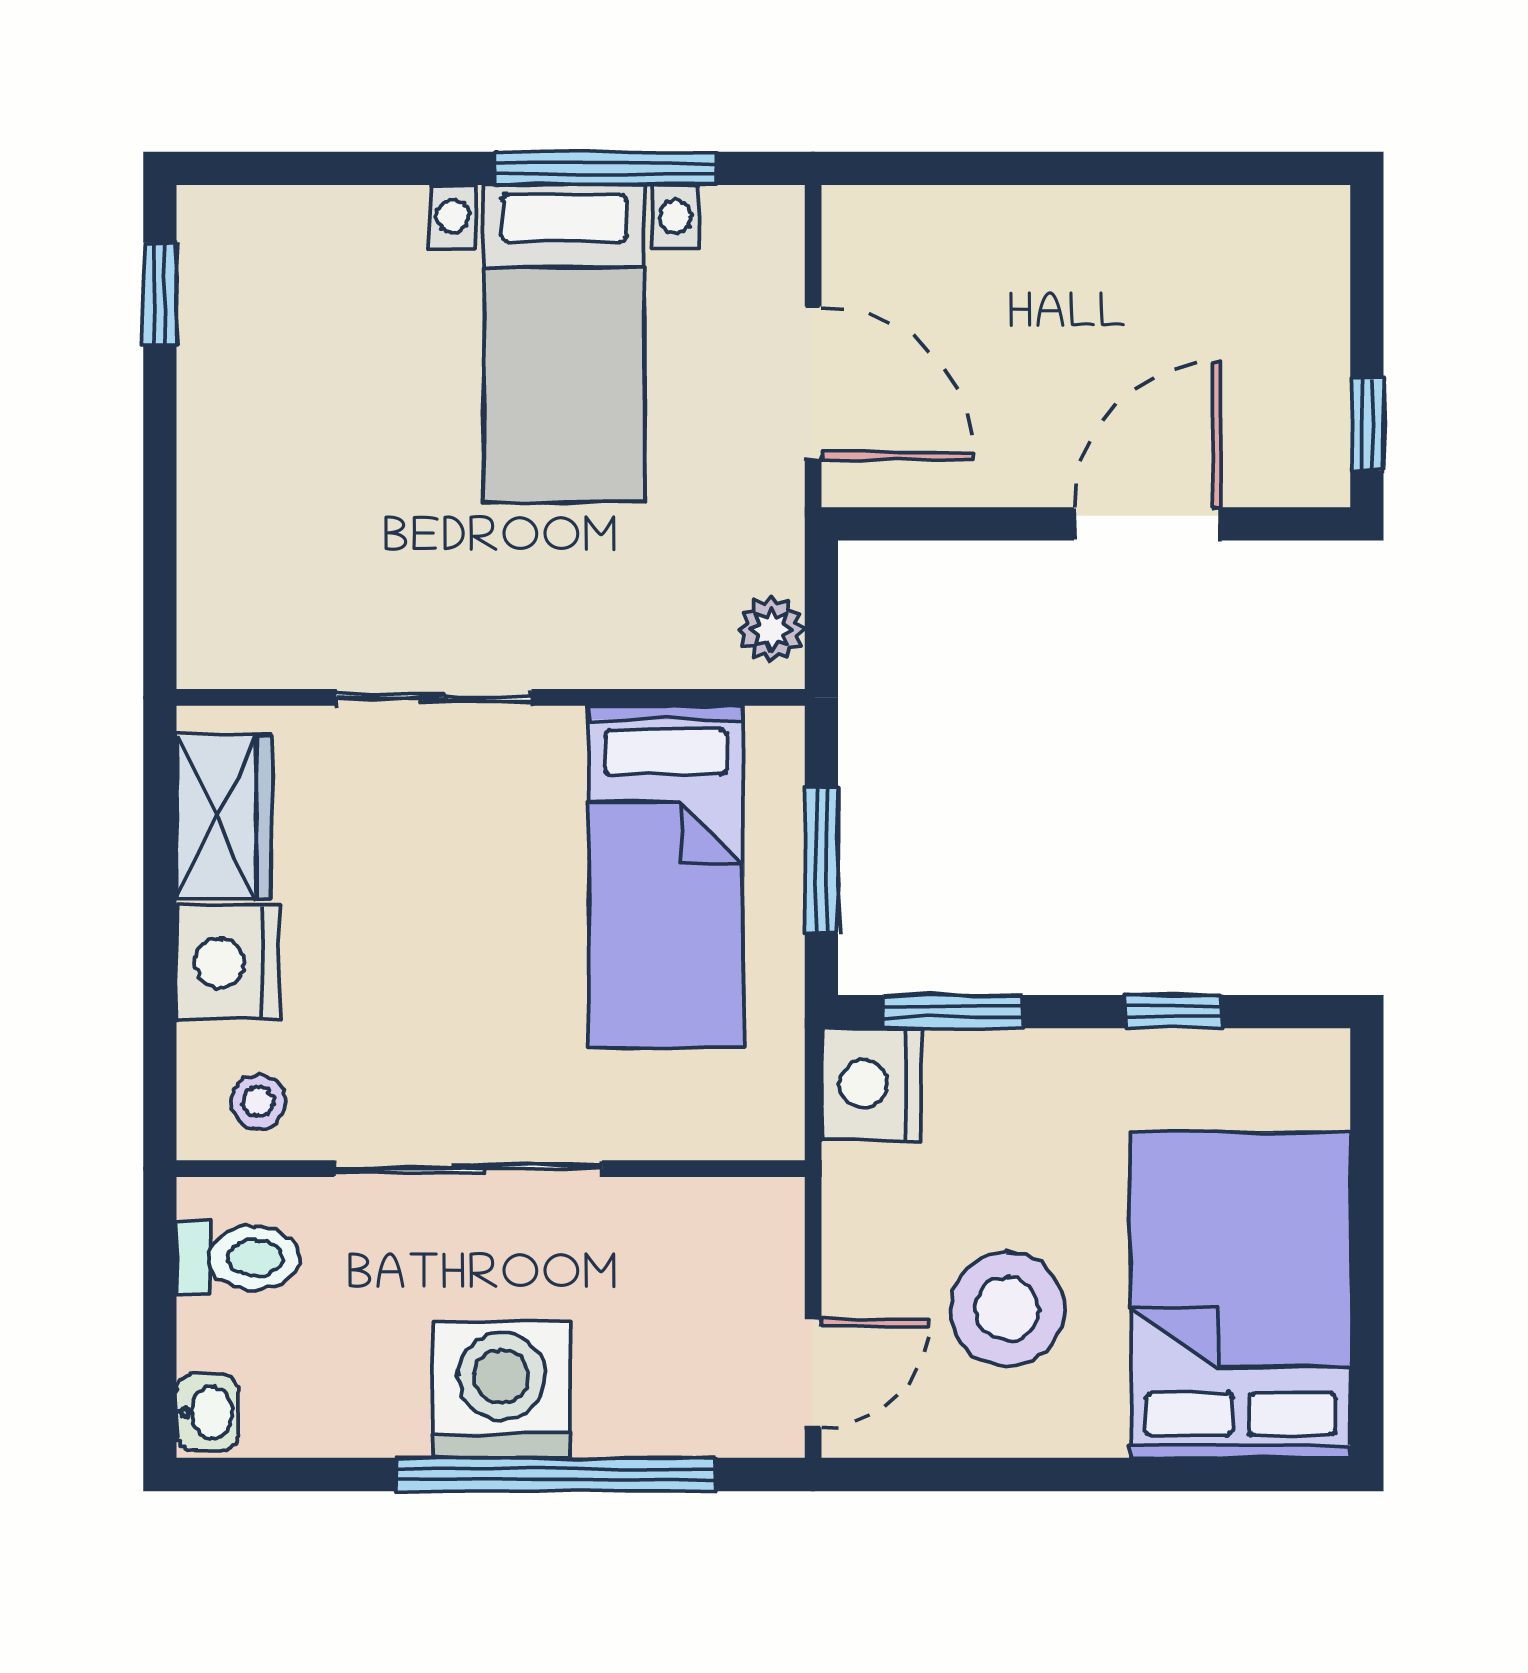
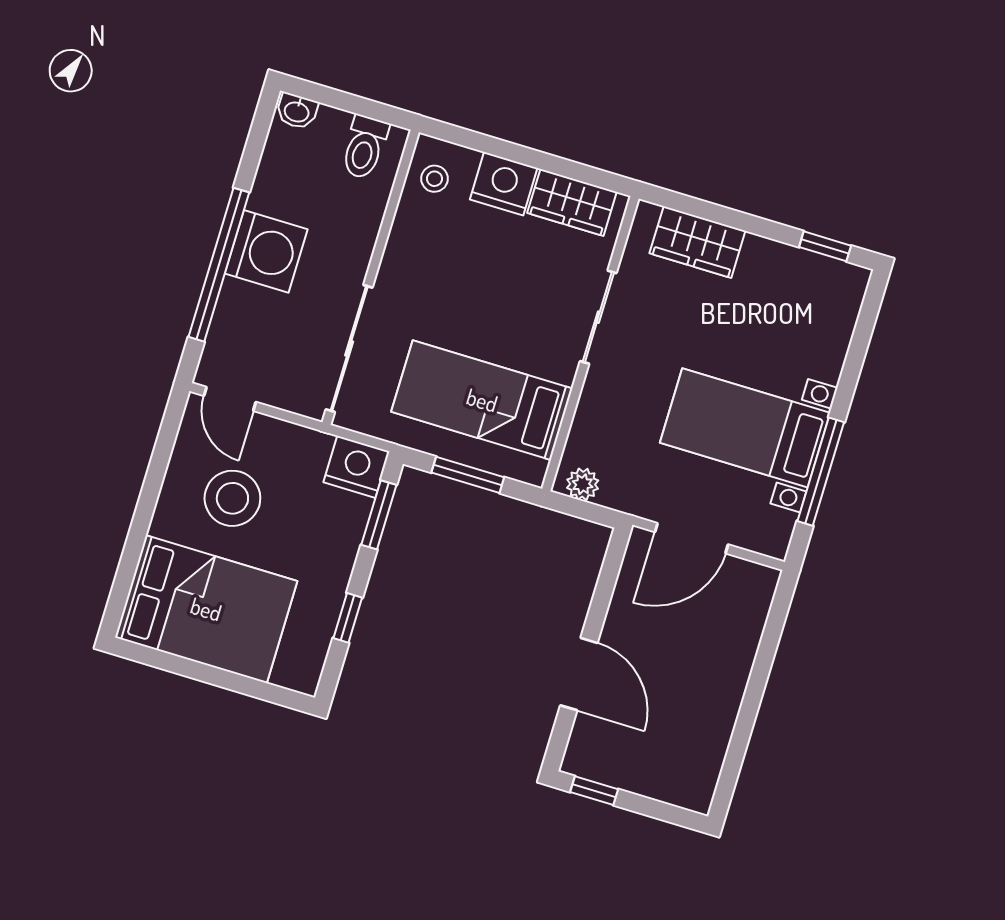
wardrobe: (227, 547) -> (697, 242), added
sliding door: (468, 1169) -> (349, 348), moved

